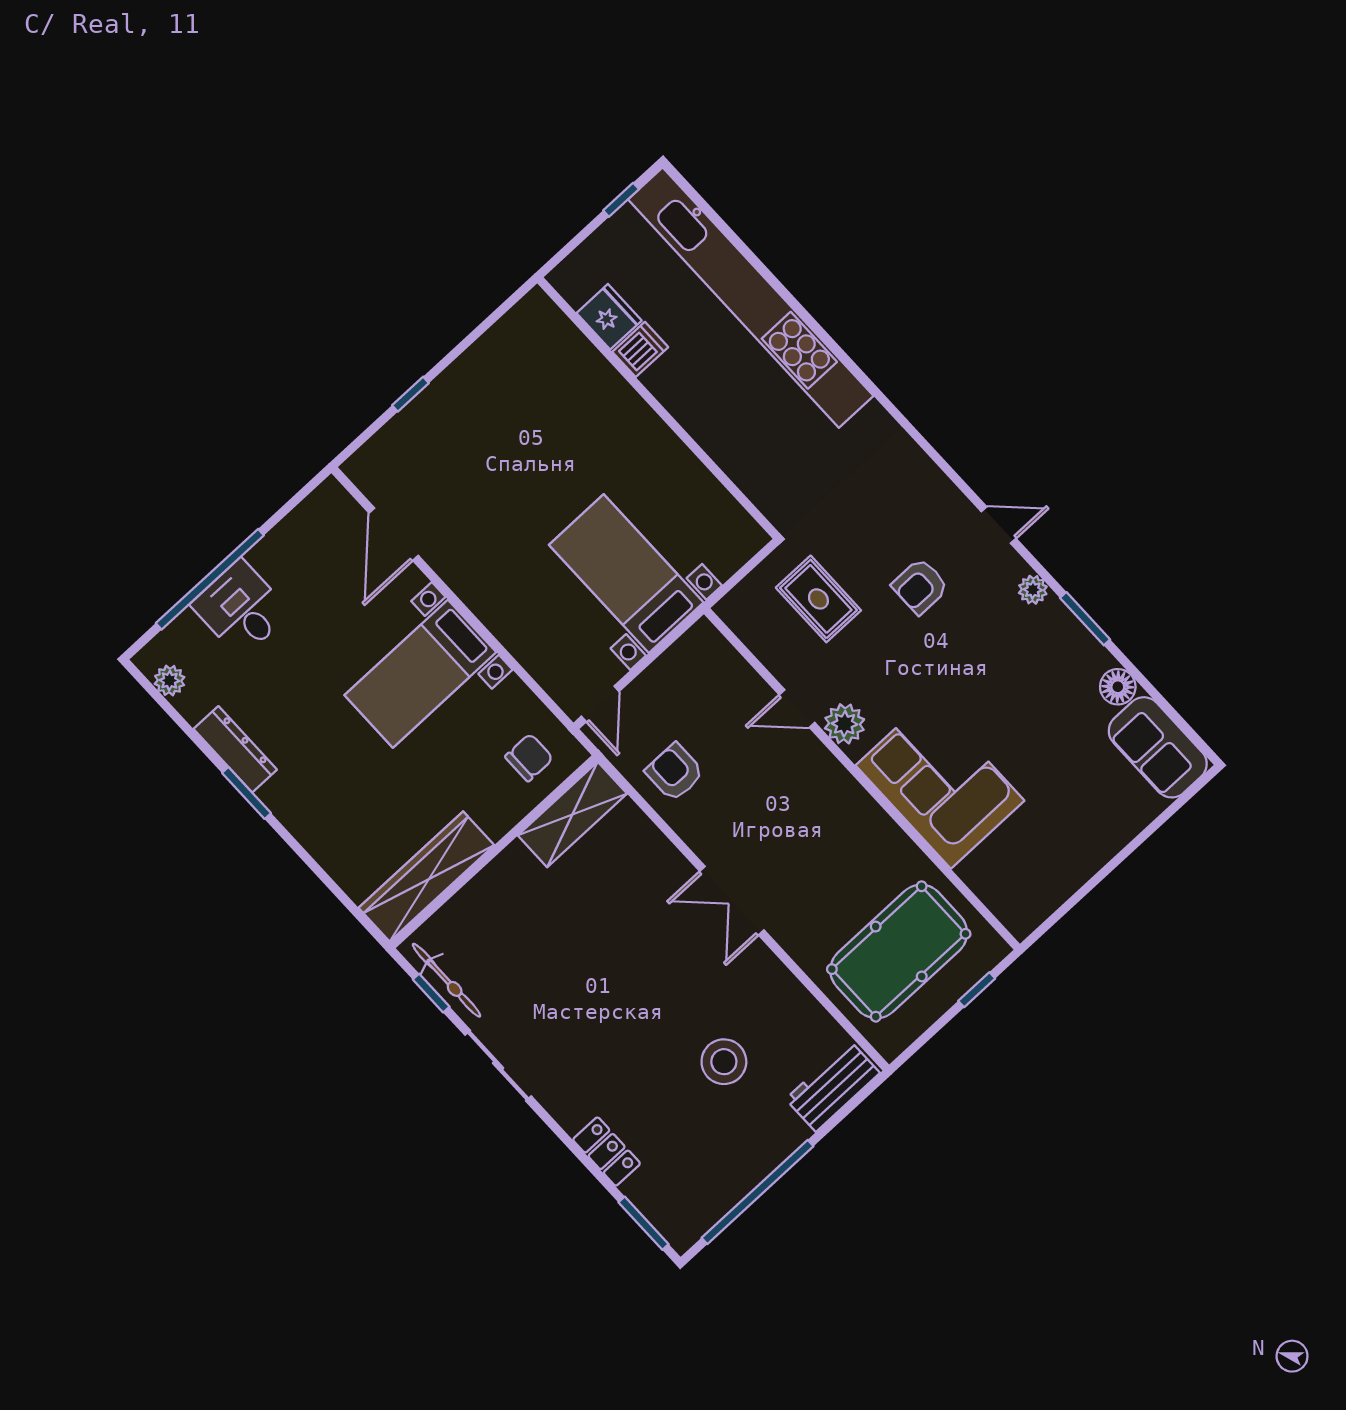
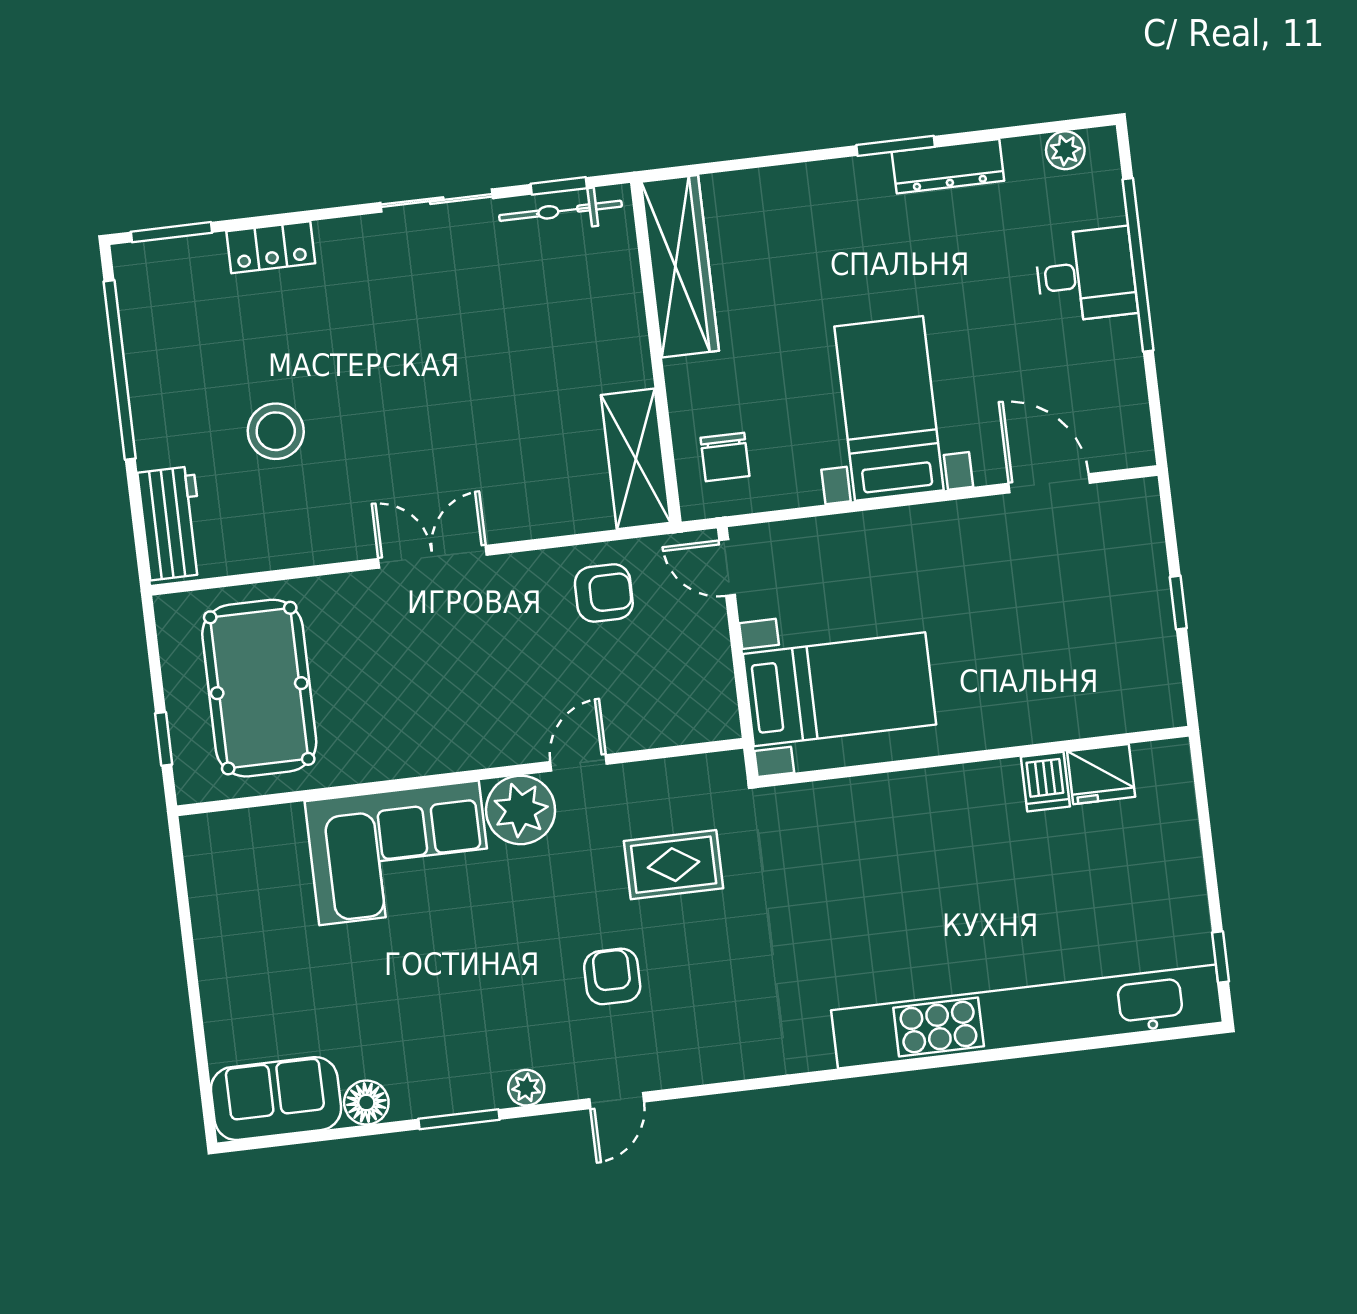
fridge: (609, 317) -> (1101, 774), moved
dishwasher: (640, 349) -> (1045, 782), moved
wall: (658, 408) -> (973, 757), moved
plant: (845, 724) -> (521, 810), width x1.36, depth x1.36

